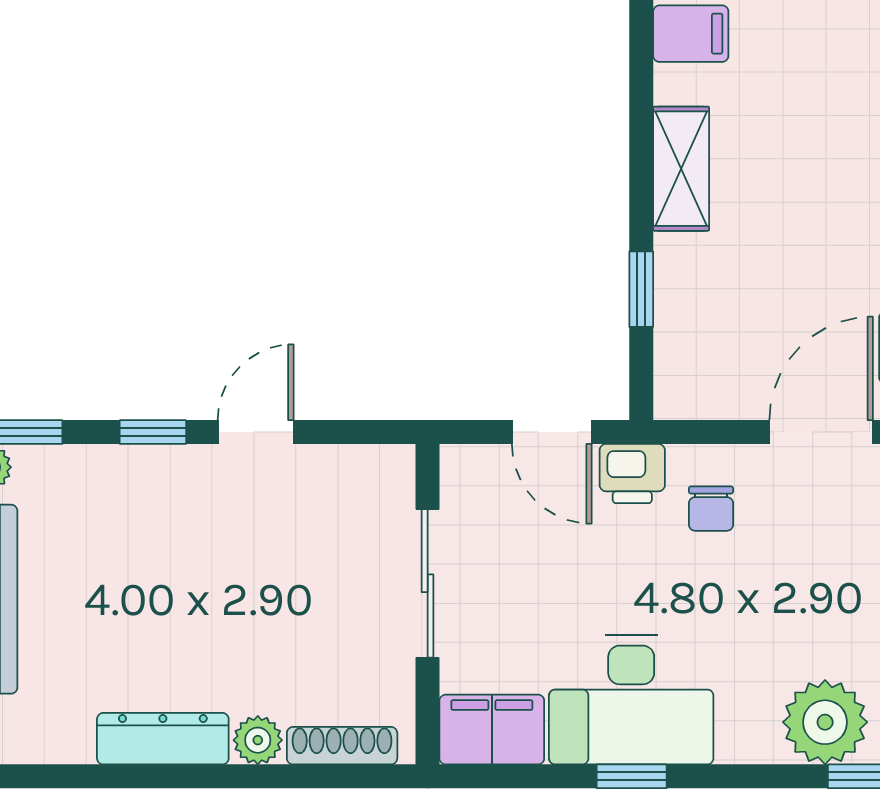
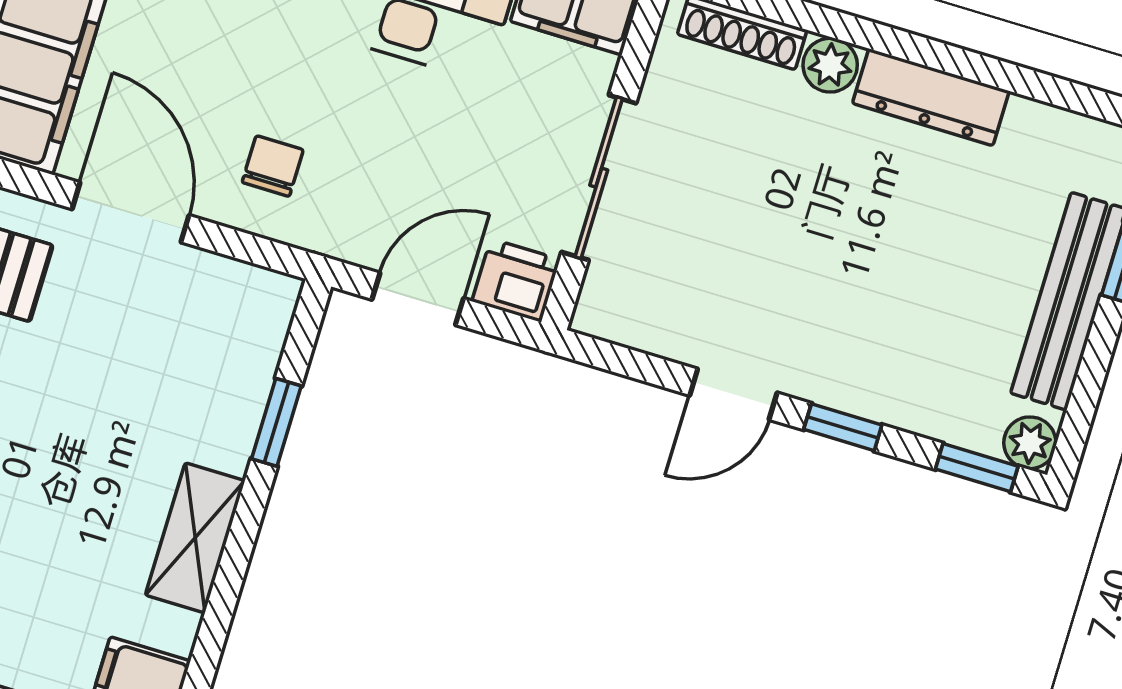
door: (552, 432) -> (418, 299), hinge flipped
door: (821, 432) -> (131, 212), swing flipped
printer: (632, 474) -> (516, 280), moved

